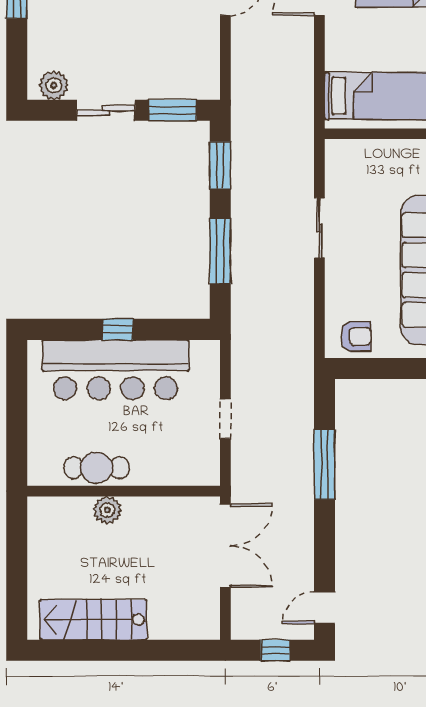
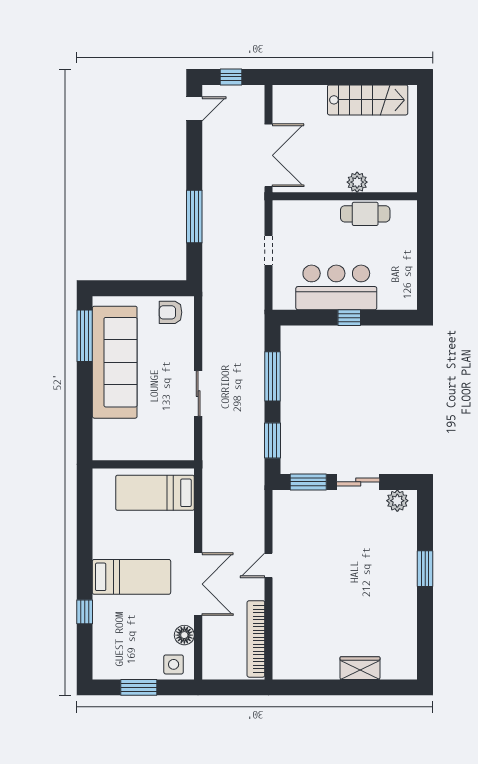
bar counter: (116, 370) -> (336, 287), width x0.73
double door: (225, 546) -> (269, 155), swing flipped

